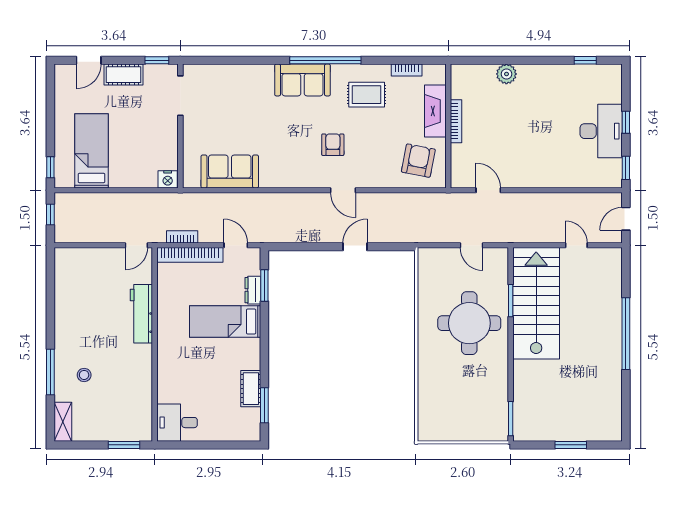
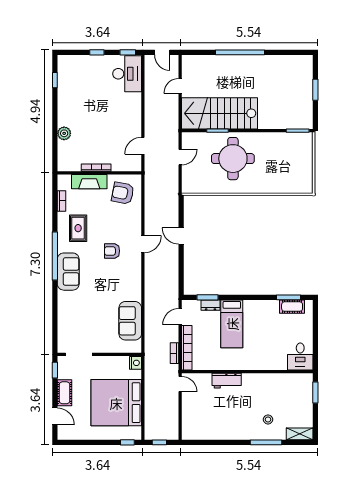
desk: (601, 131) -> (127, 74), moved, turned 90
bed: (92, 151) -> (116, 403), width x2.04
workbench: (141, 314) -> (227, 381), width x0.73
cot: (251, 389) -> (292, 307), moved

